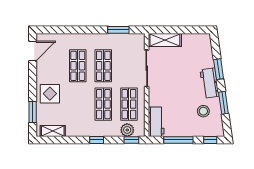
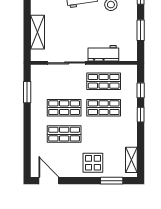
shelving: (165, 40) -> (37, 32), moved
workbench: (156, 122) -> (103, 53), moved
plant: (127, 130) -> (130, 83), removed
window: (131, 140) -> (141, 90), moved
window: (178, 140) -> (141, 30), width x0.69

